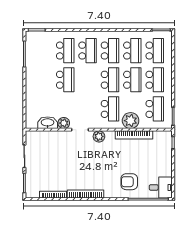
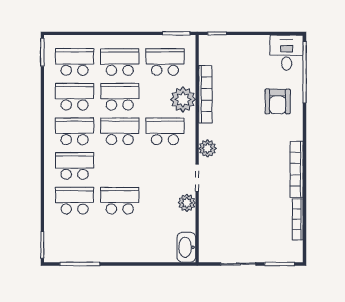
washbasin: (48, 123) -> (186, 247), moved

